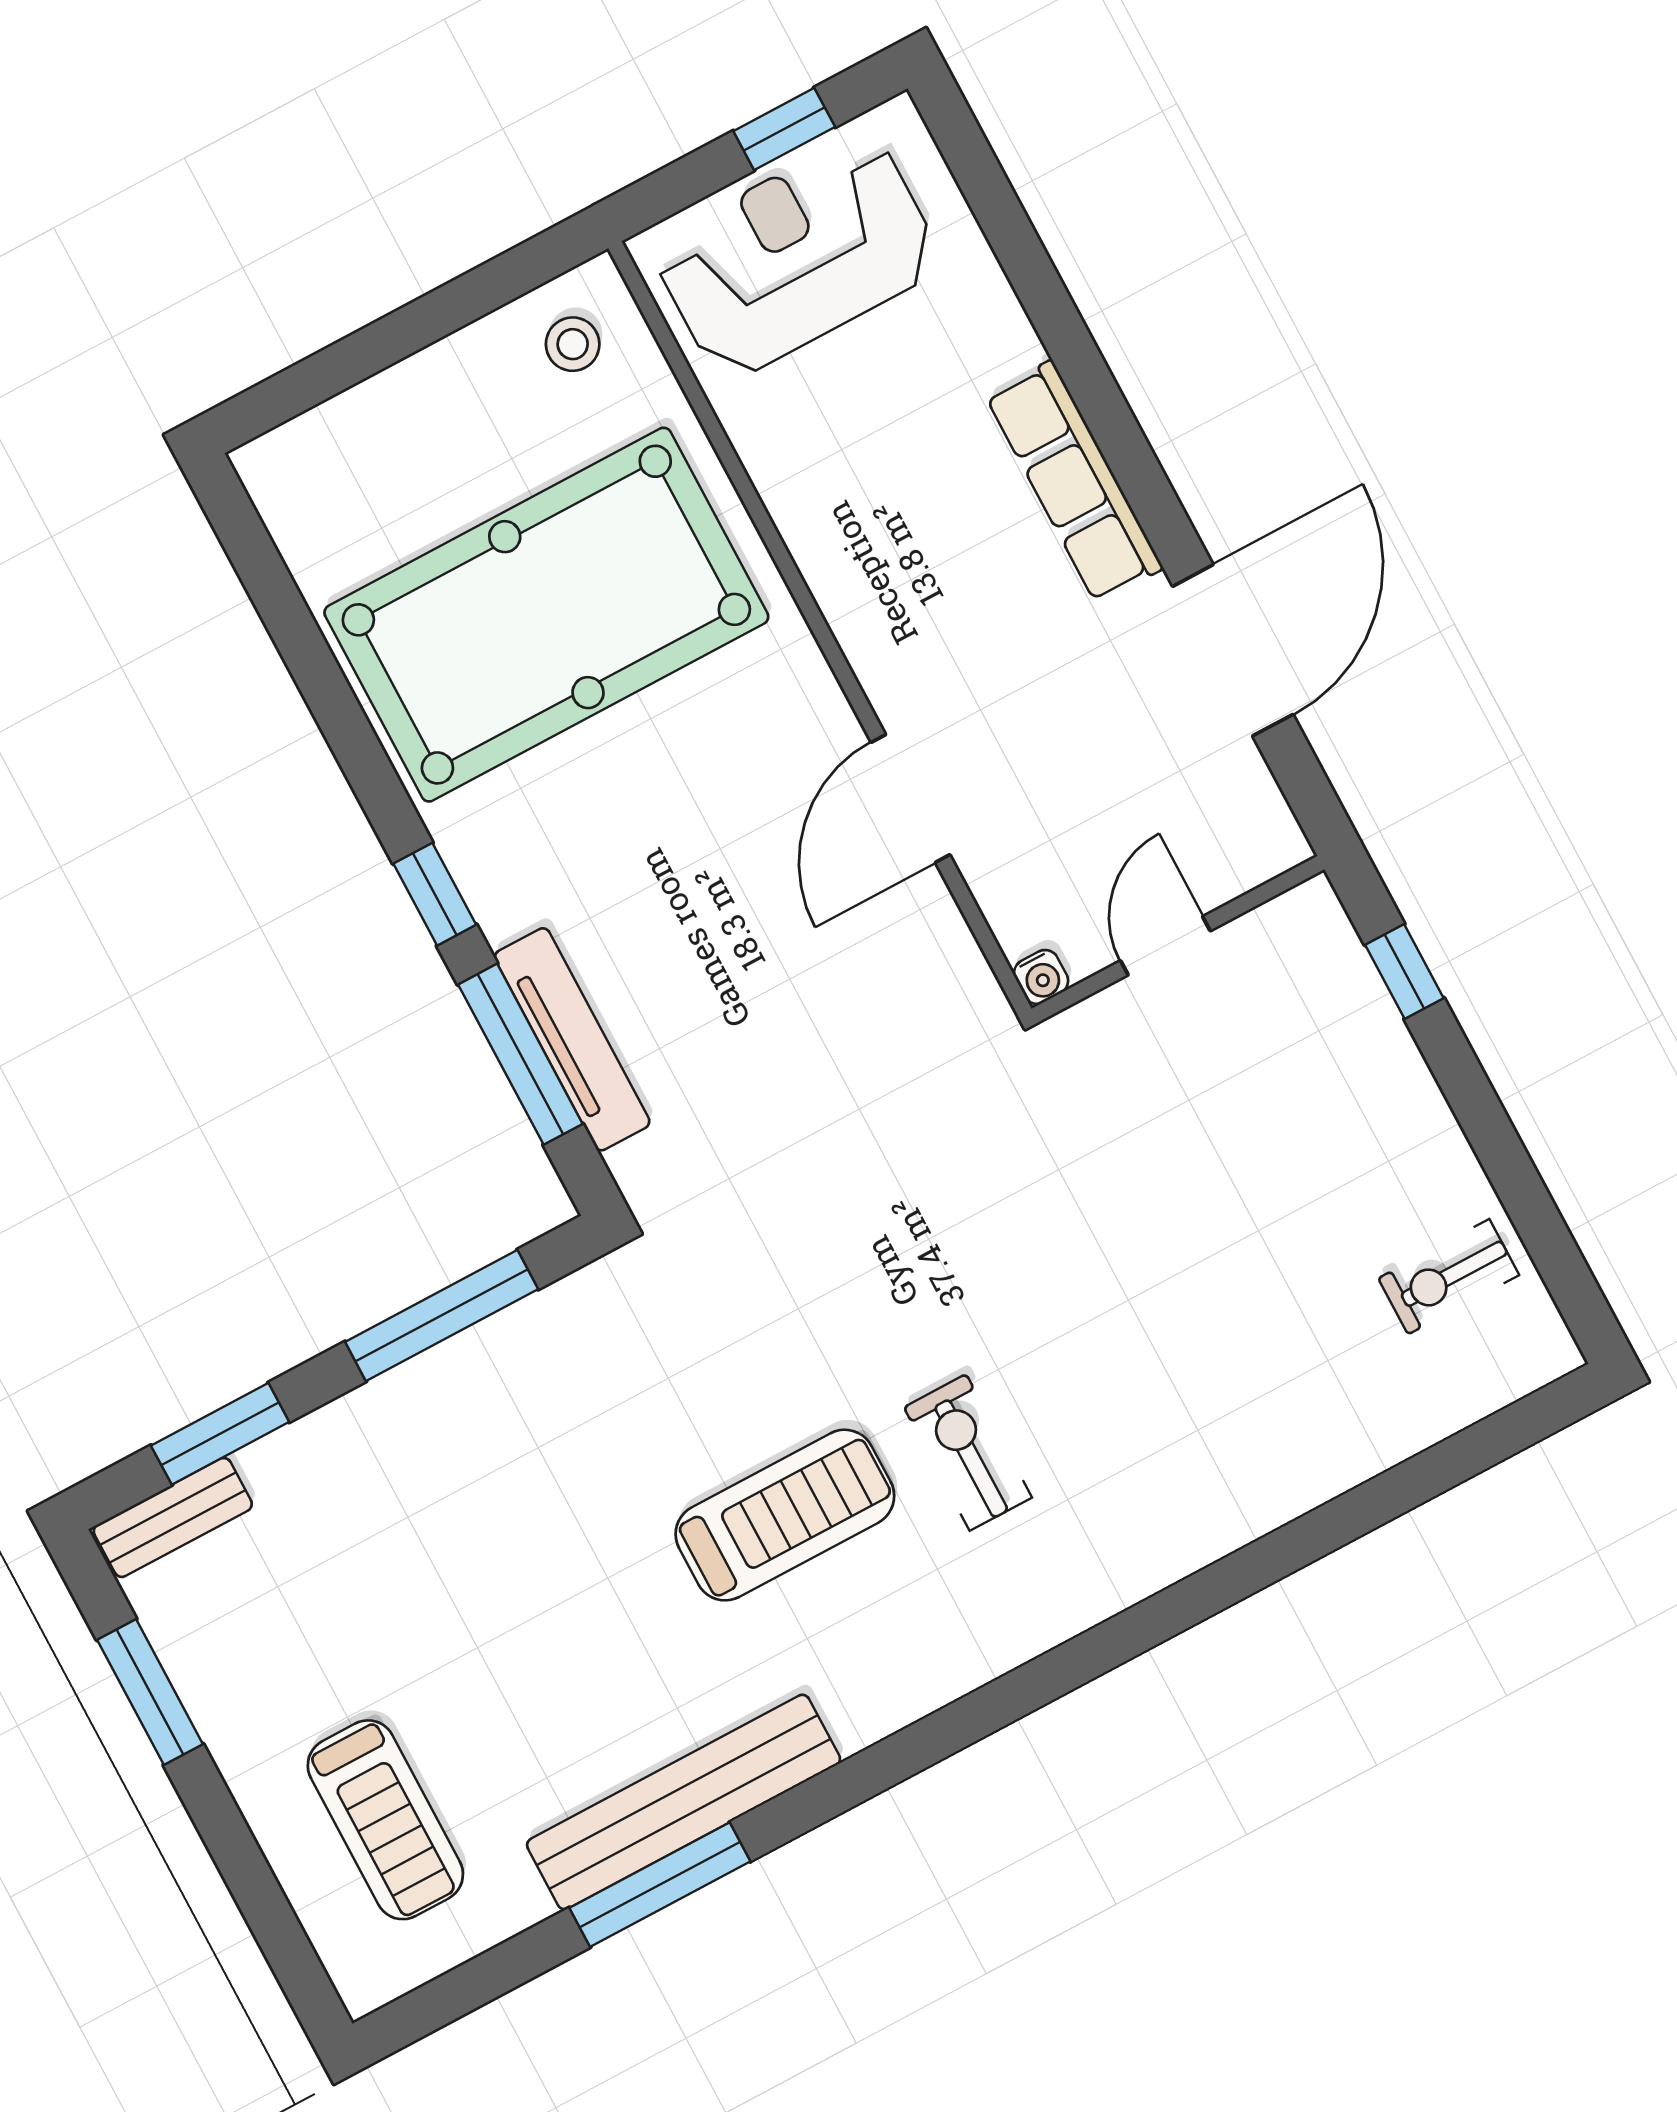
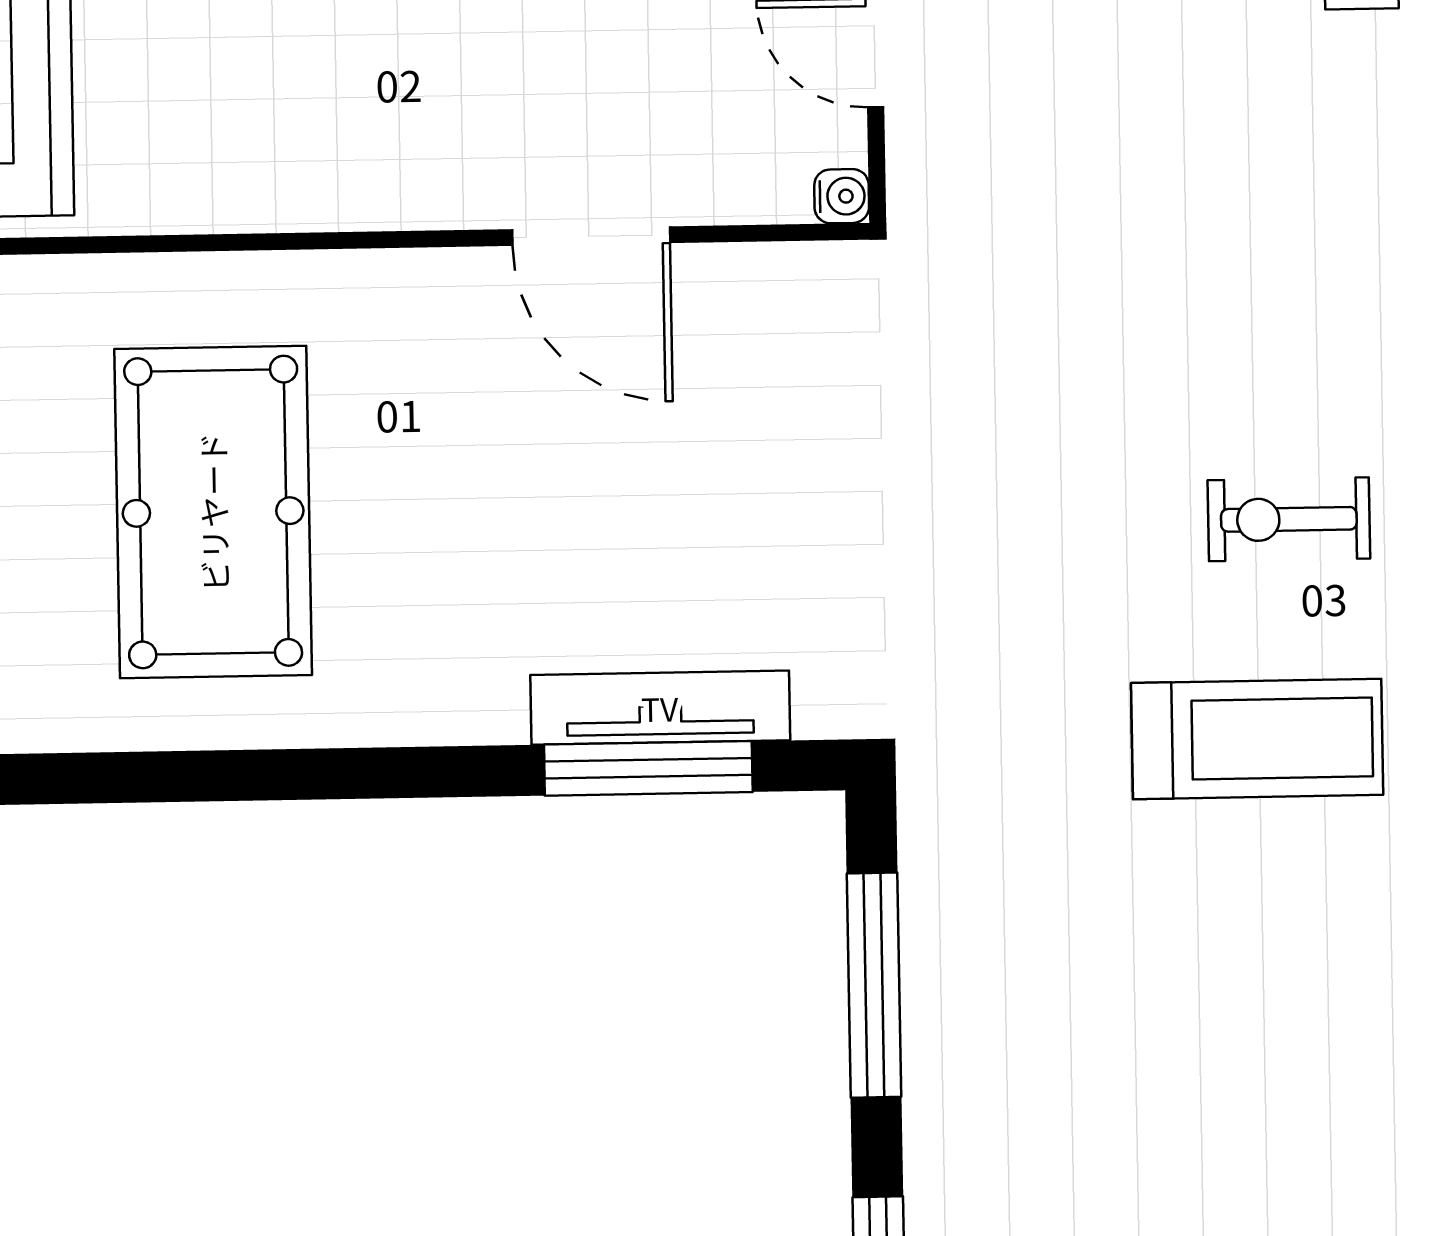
pool table: (546, 615) -> (213, 512), width x0.73, depth x0.76
window: (435, 894) -> (440, 772), removed
treadmill: (785, 1515) -> (1257, 739), turned 90

